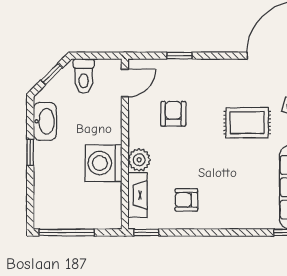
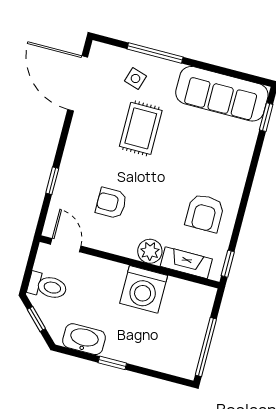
armchair: (186, 200) -> (205, 213), width x1.38, depth x1.38

